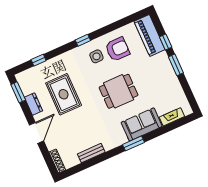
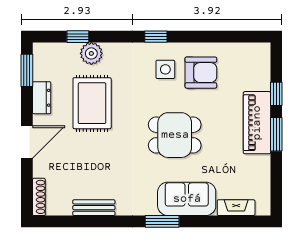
piano: (150, 35) -> (257, 123), moved
plant: (50, 66) -> (91, 53), added

